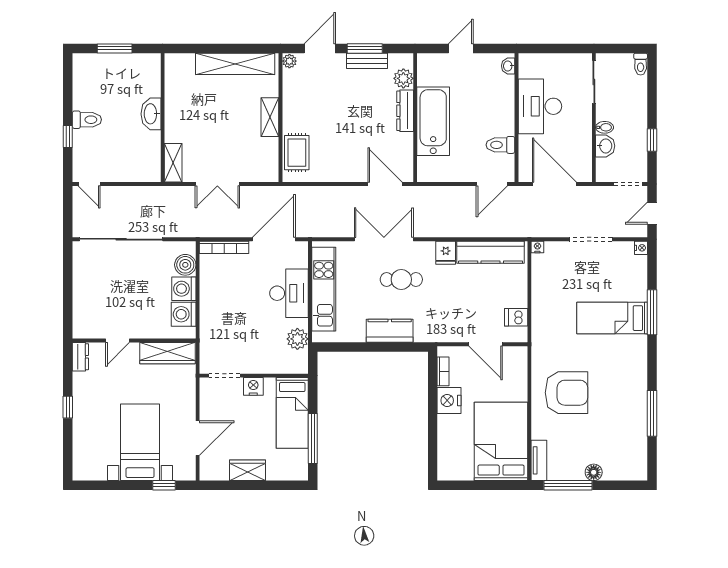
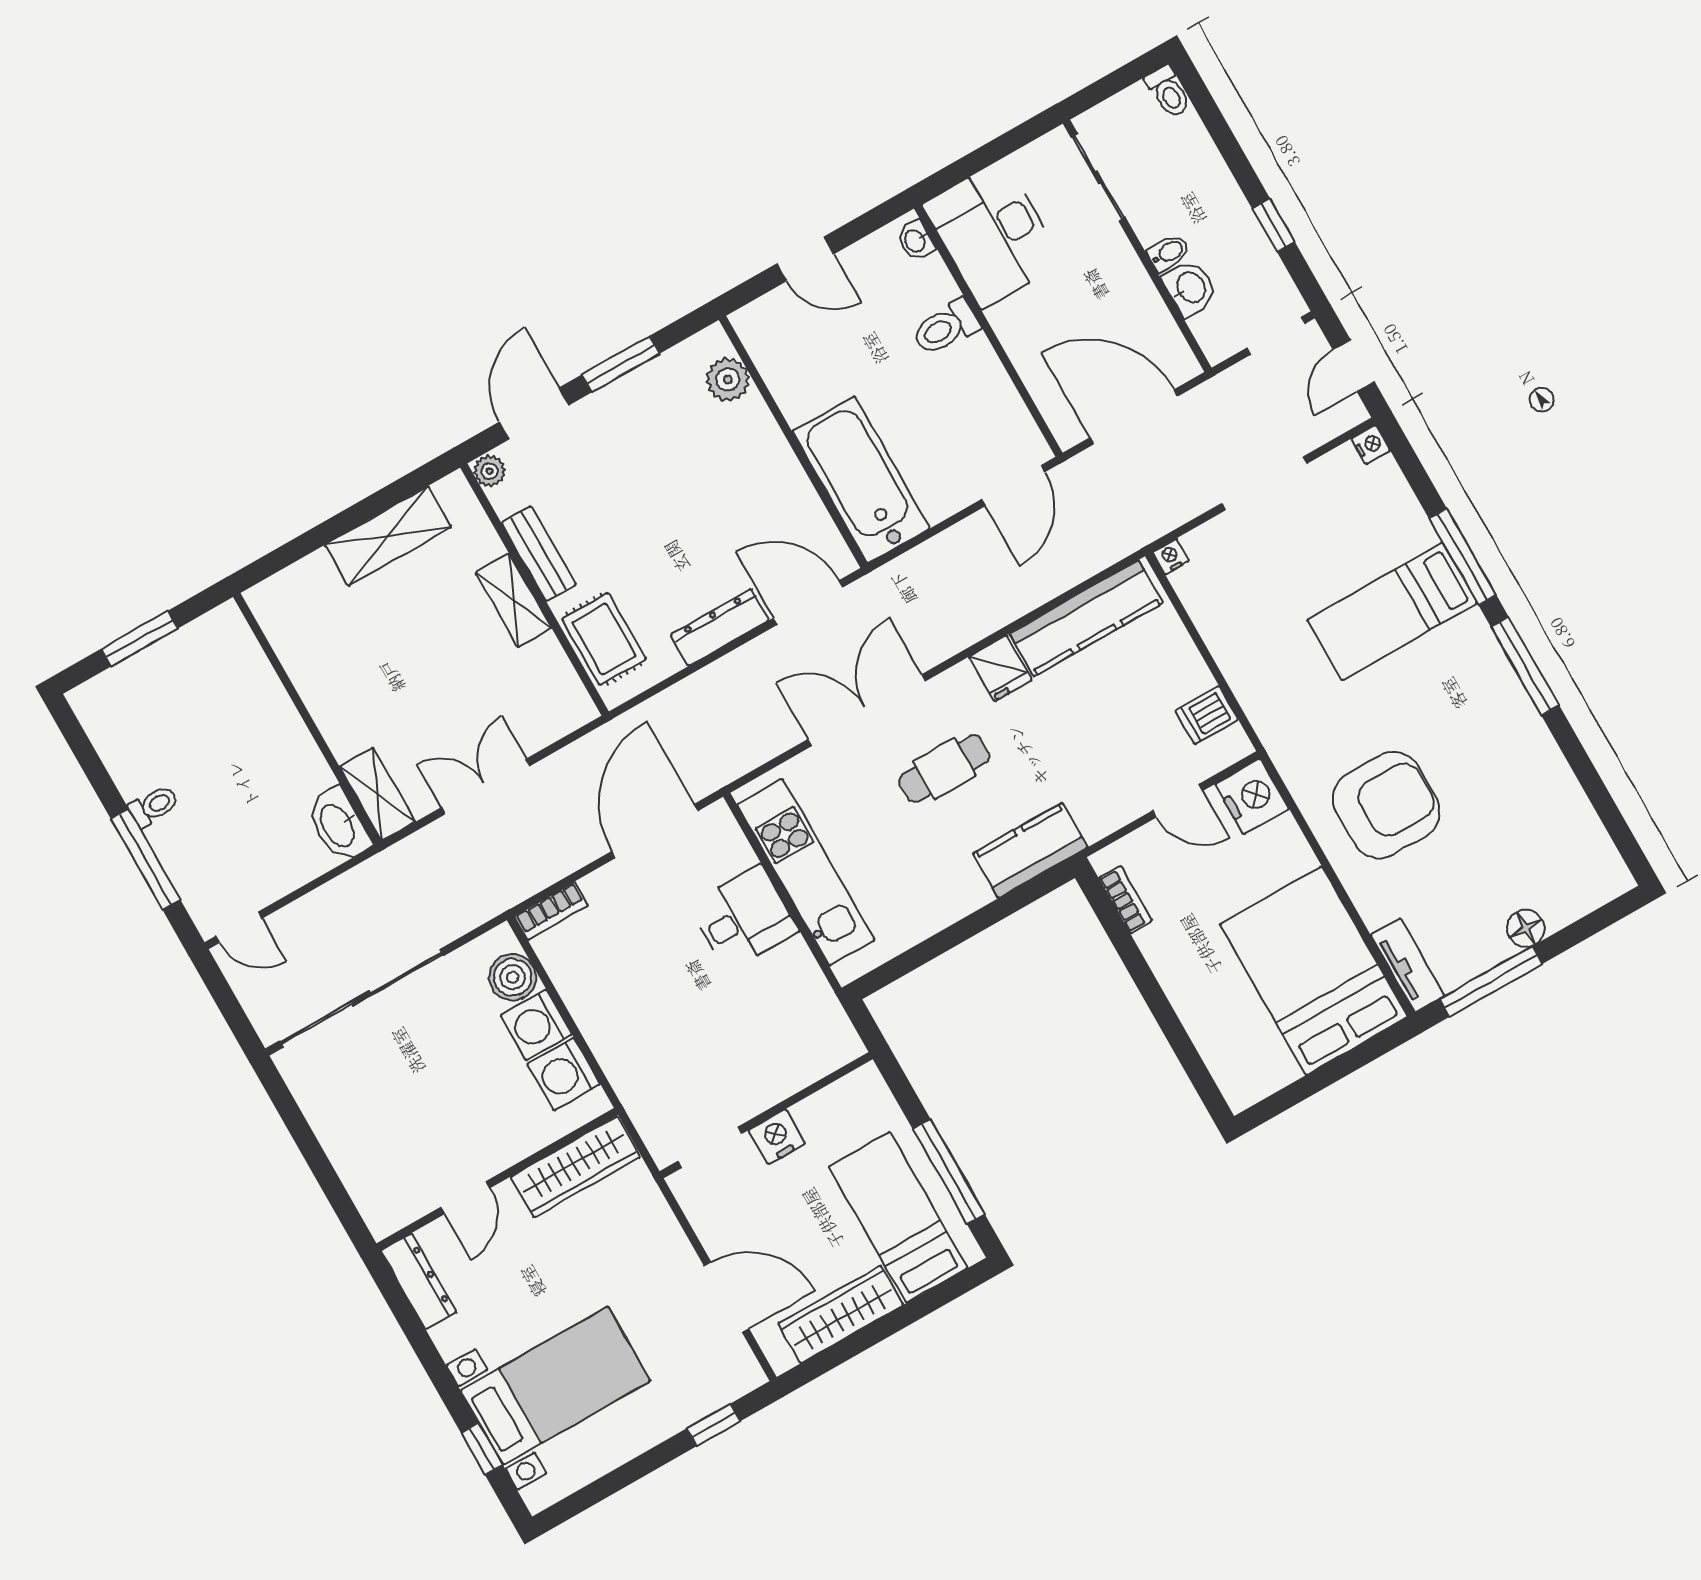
door: (461, 48) -> (805, 259), swing flipped
bench: (367, 61) -> (539, 554), moved, turned 90
shelving: (235, 64) -> (388, 536), width x0.68
desk: (540, 106) -> (993, 234), moved
dresser: (405, 111) -> (720, 627), moved, turned 90
washbasin: (151, 114) -> (338, 825), moved
toilet: (87, 120) -> (154, 806), width x0.73, depth x0.72
bathtub: (433, 121) -> (861, 480), moved
window: (68, 136) -> (146, 859), width x2.17
toilet: (500, 145) -> (946, 328), moved
double door: (217, 184) -> (486, 787), swing flipped
bookcase: (224, 247) -> (551, 911), width x0.64
desk: (289, 293) -> (743, 918), width x0.73
kitchen counter: (390, 331) -> (1030, 850), moved
plant: (297, 339) -> (810, 997), removed
door: (486, 344) -> (1177, 801), width x0.73
dresser: (80, 357) -> (418, 1281), width x1.44
nightstand: (449, 400) -> (1252, 797), moved, turned 180
window: (68, 407) -> (482, 1449), moved
bed: (292, 413) -> (898, 1217), moved, turned 180
window: (652, 413) -> (1525, 666), moved
door: (198, 438) -> (727, 1297), hinge flipped
bed with nightstands: (140, 442) -> (555, 1386), moved, turned 90
wardrobe: (247, 470) -> (841, 1314), width x1.50

